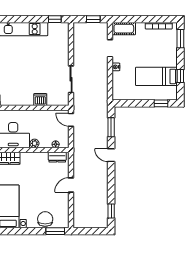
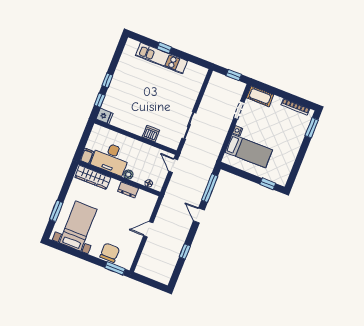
window: (55, 19) -> (164, 48), moved
bed: (156, 76) -> (249, 151), moved, turned 180
window: (180, 76) -> (297, 164), removed
window: (111, 127) -> (210, 188), width x1.44
dresser: (57, 157) -> (128, 190), moved
window: (111, 211) -> (185, 251), moved

